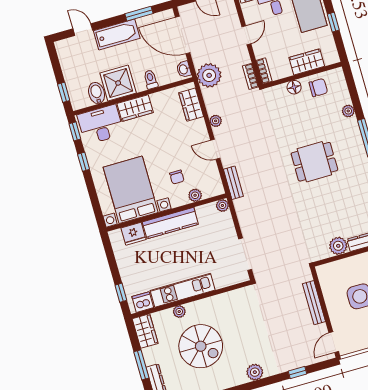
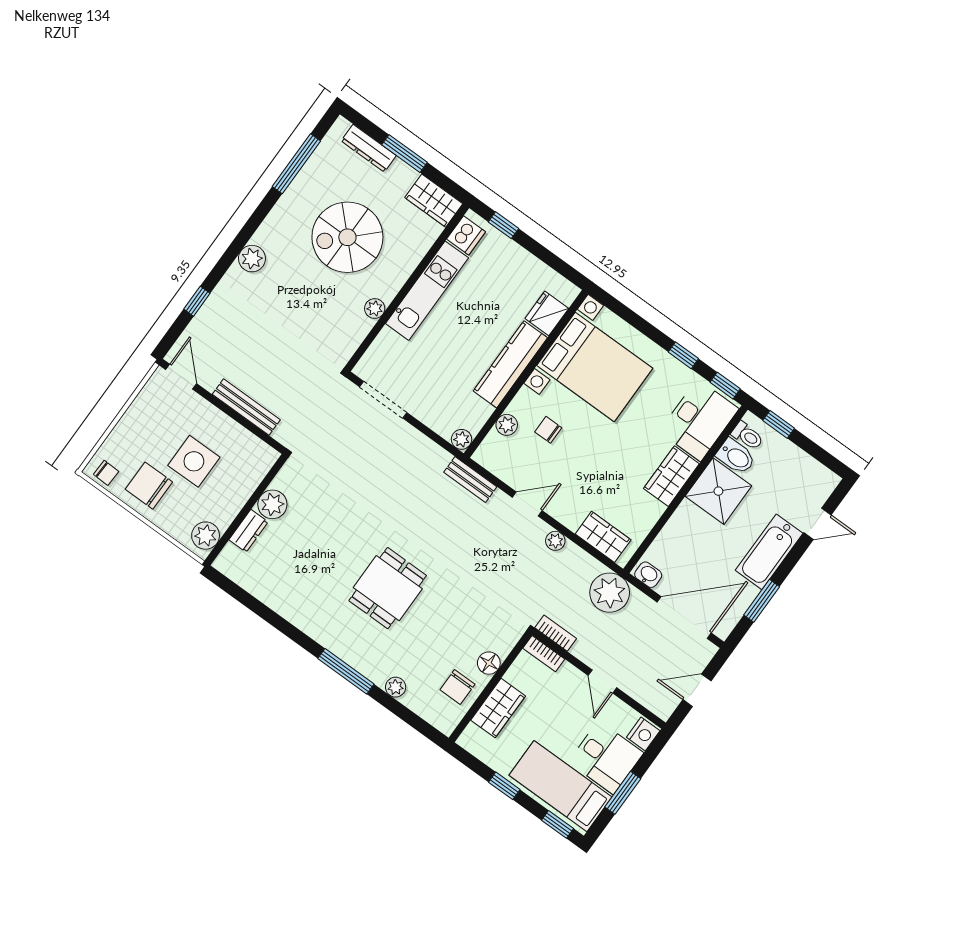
toilet: (151, 79) -> (747, 436), moved
plant: (179, 312) -> (375, 309), moved

